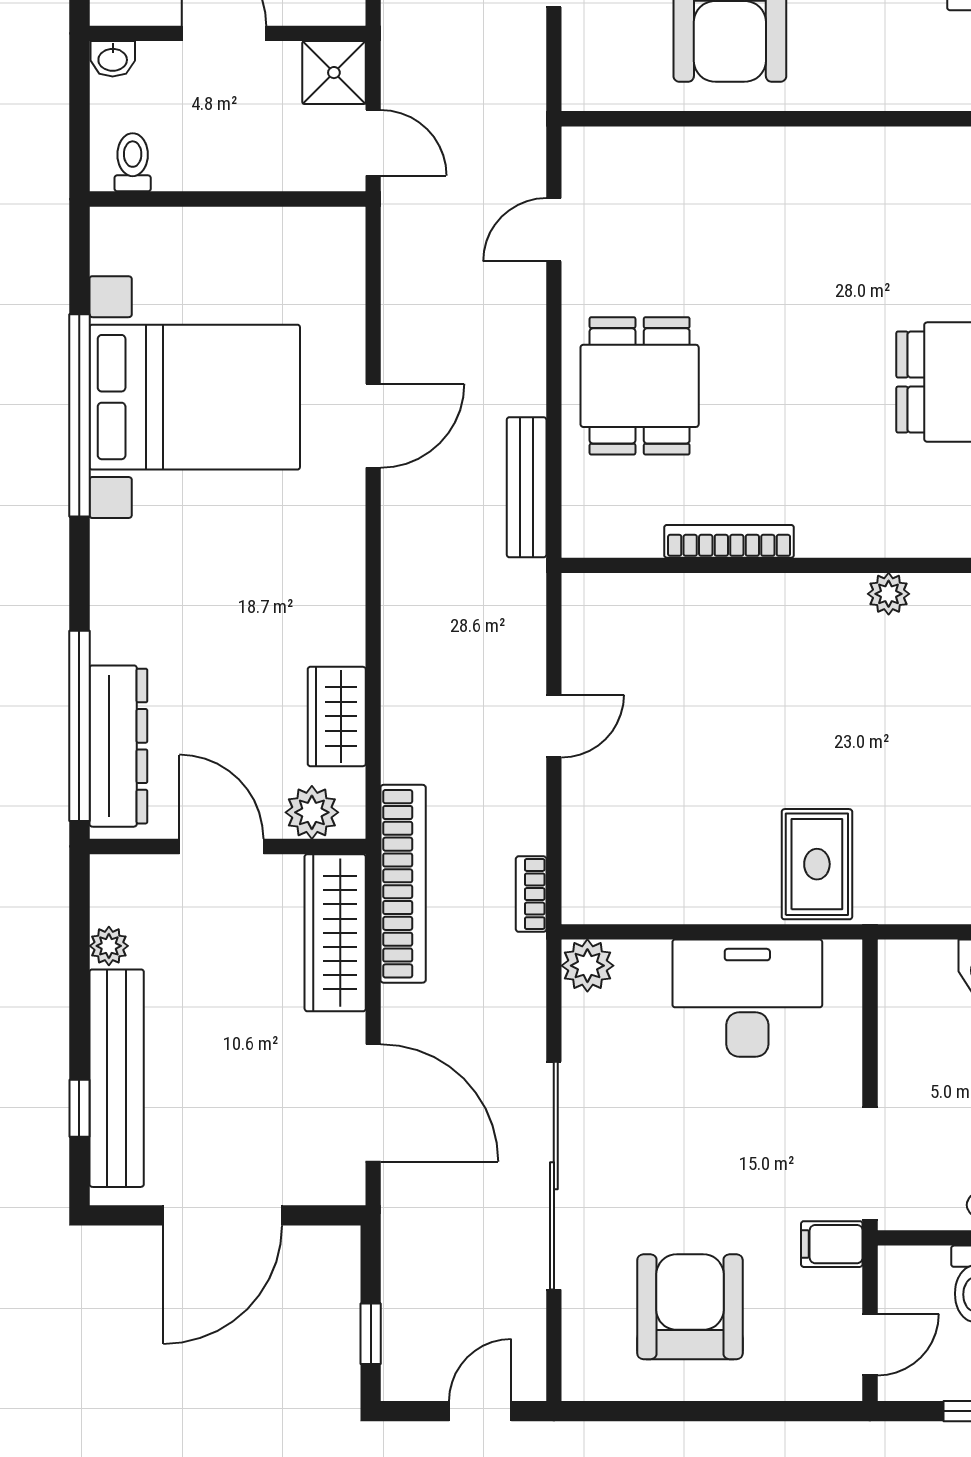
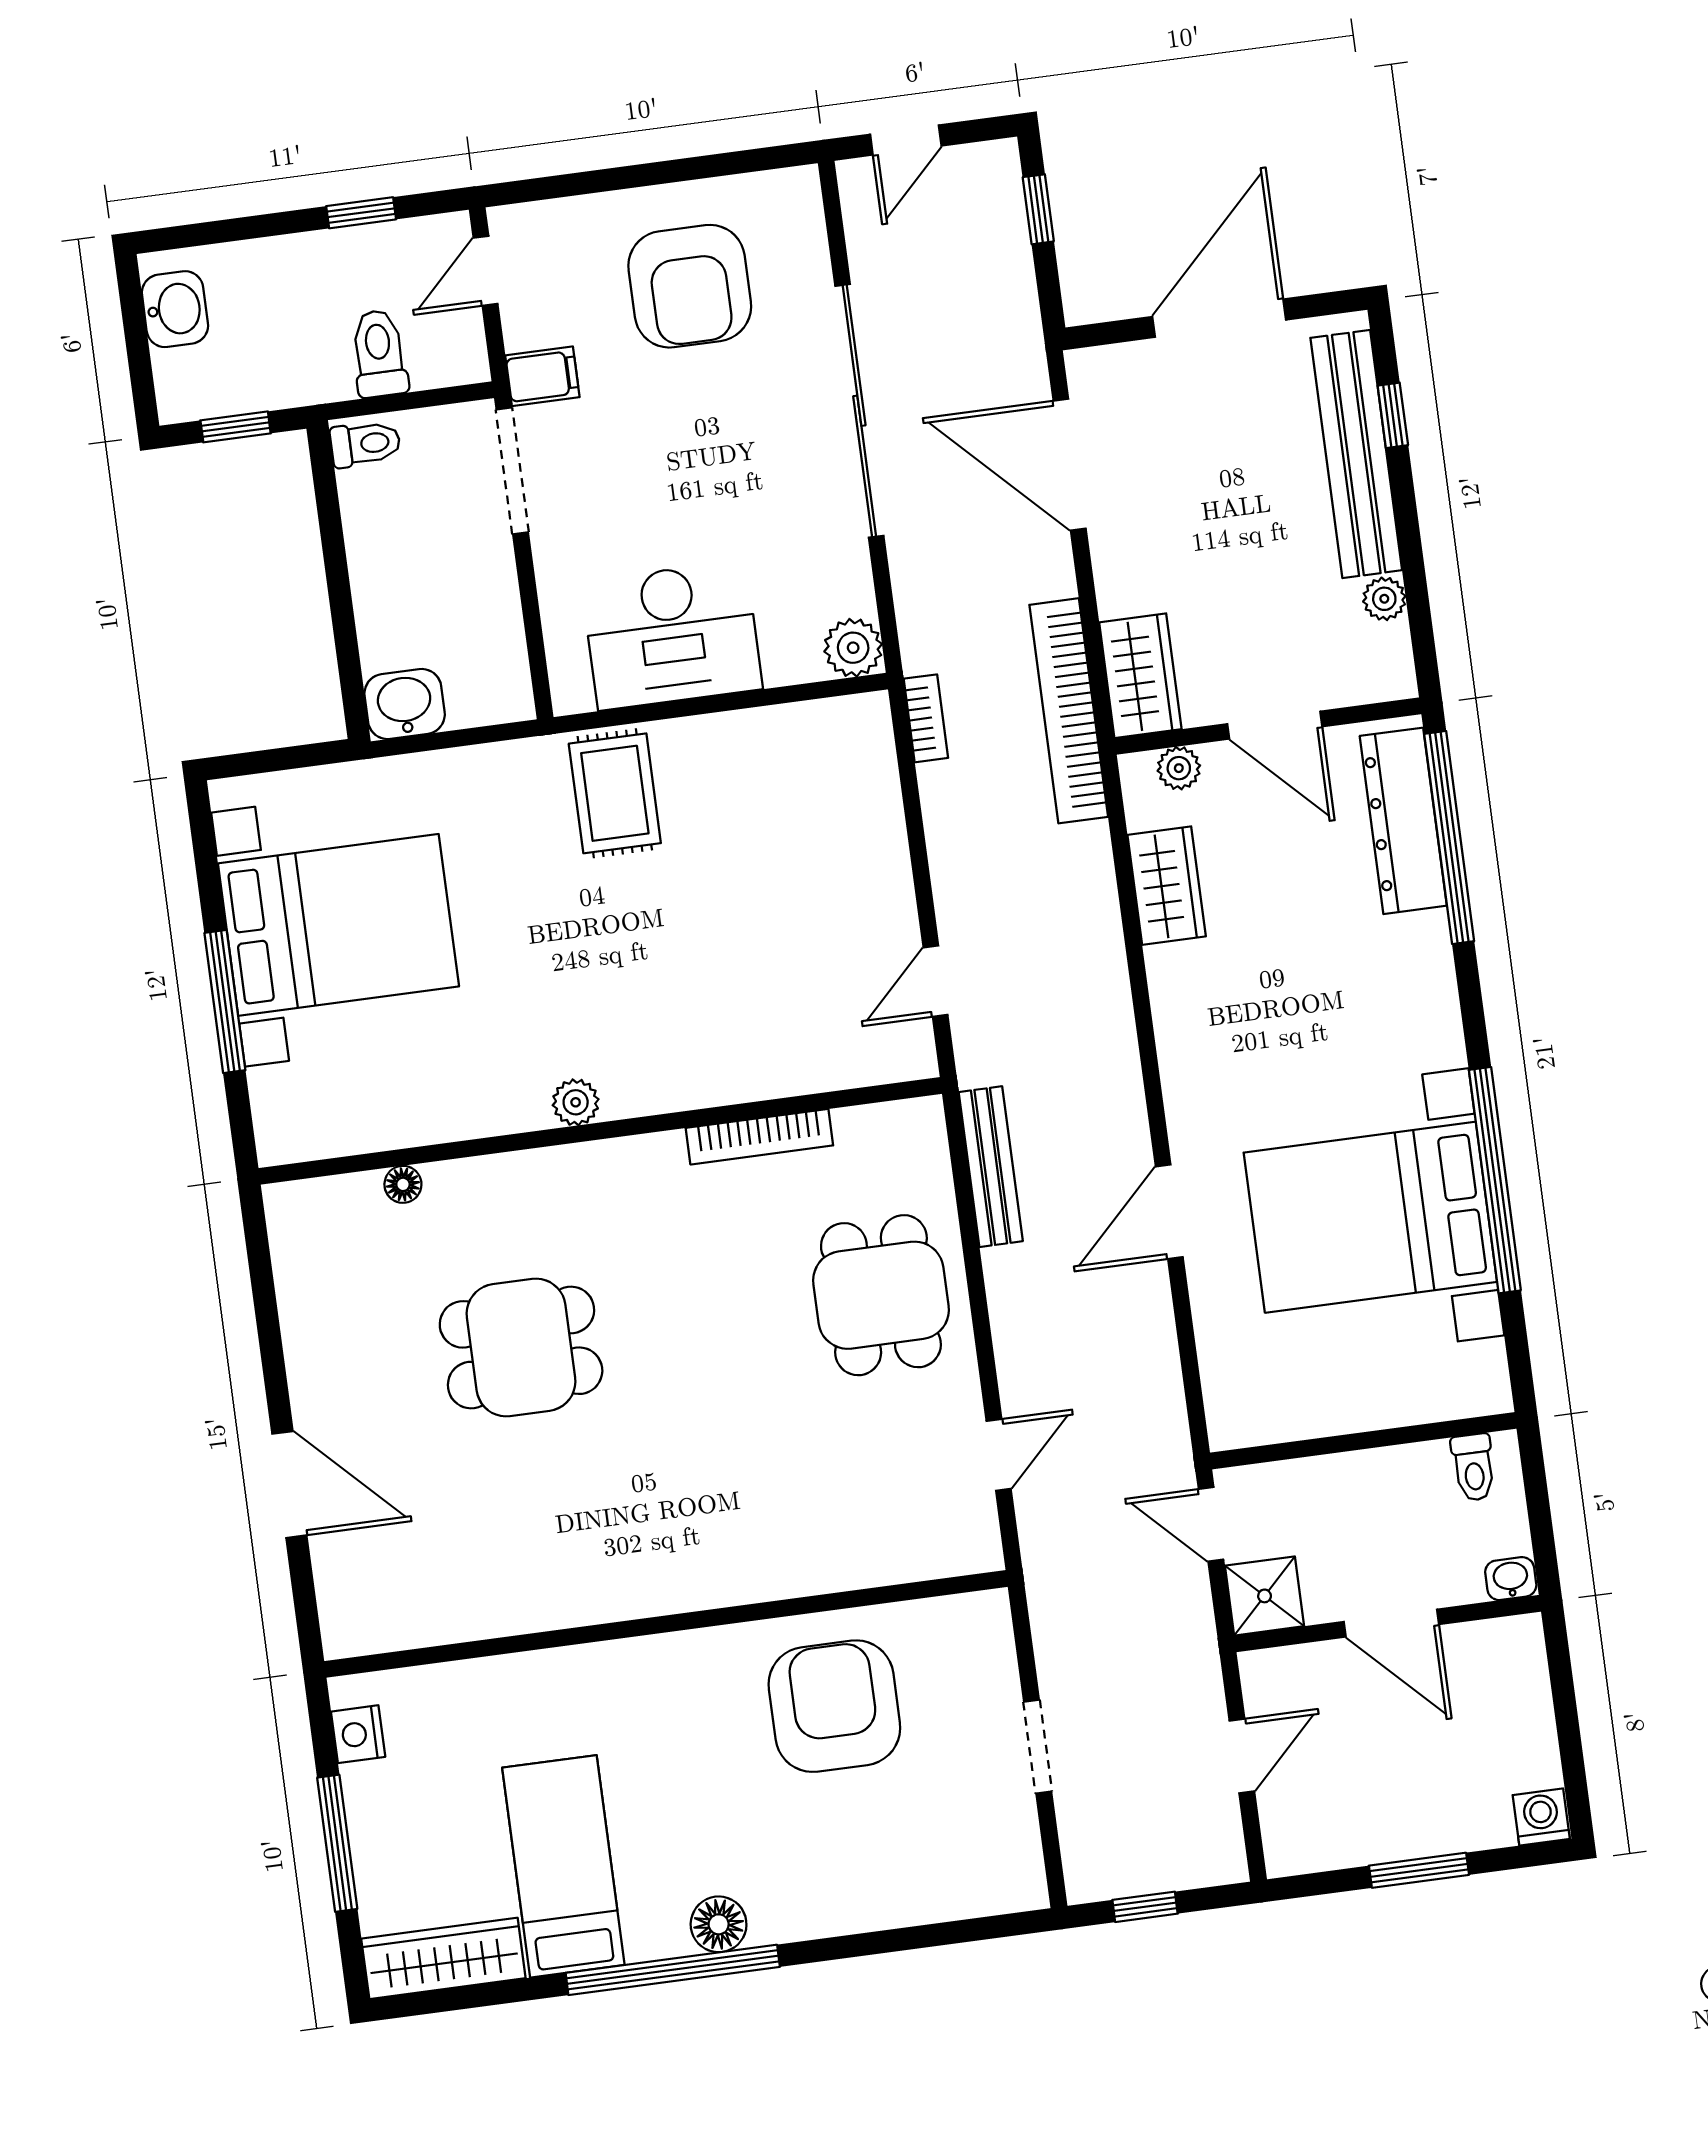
door: (554, 726) -> (935, 981), moved
plant: (312, 812) -> (1179, 768), width x0.73, depth x0.73
wardrobe: (335, 933) -> (1140, 676), width x0.67

